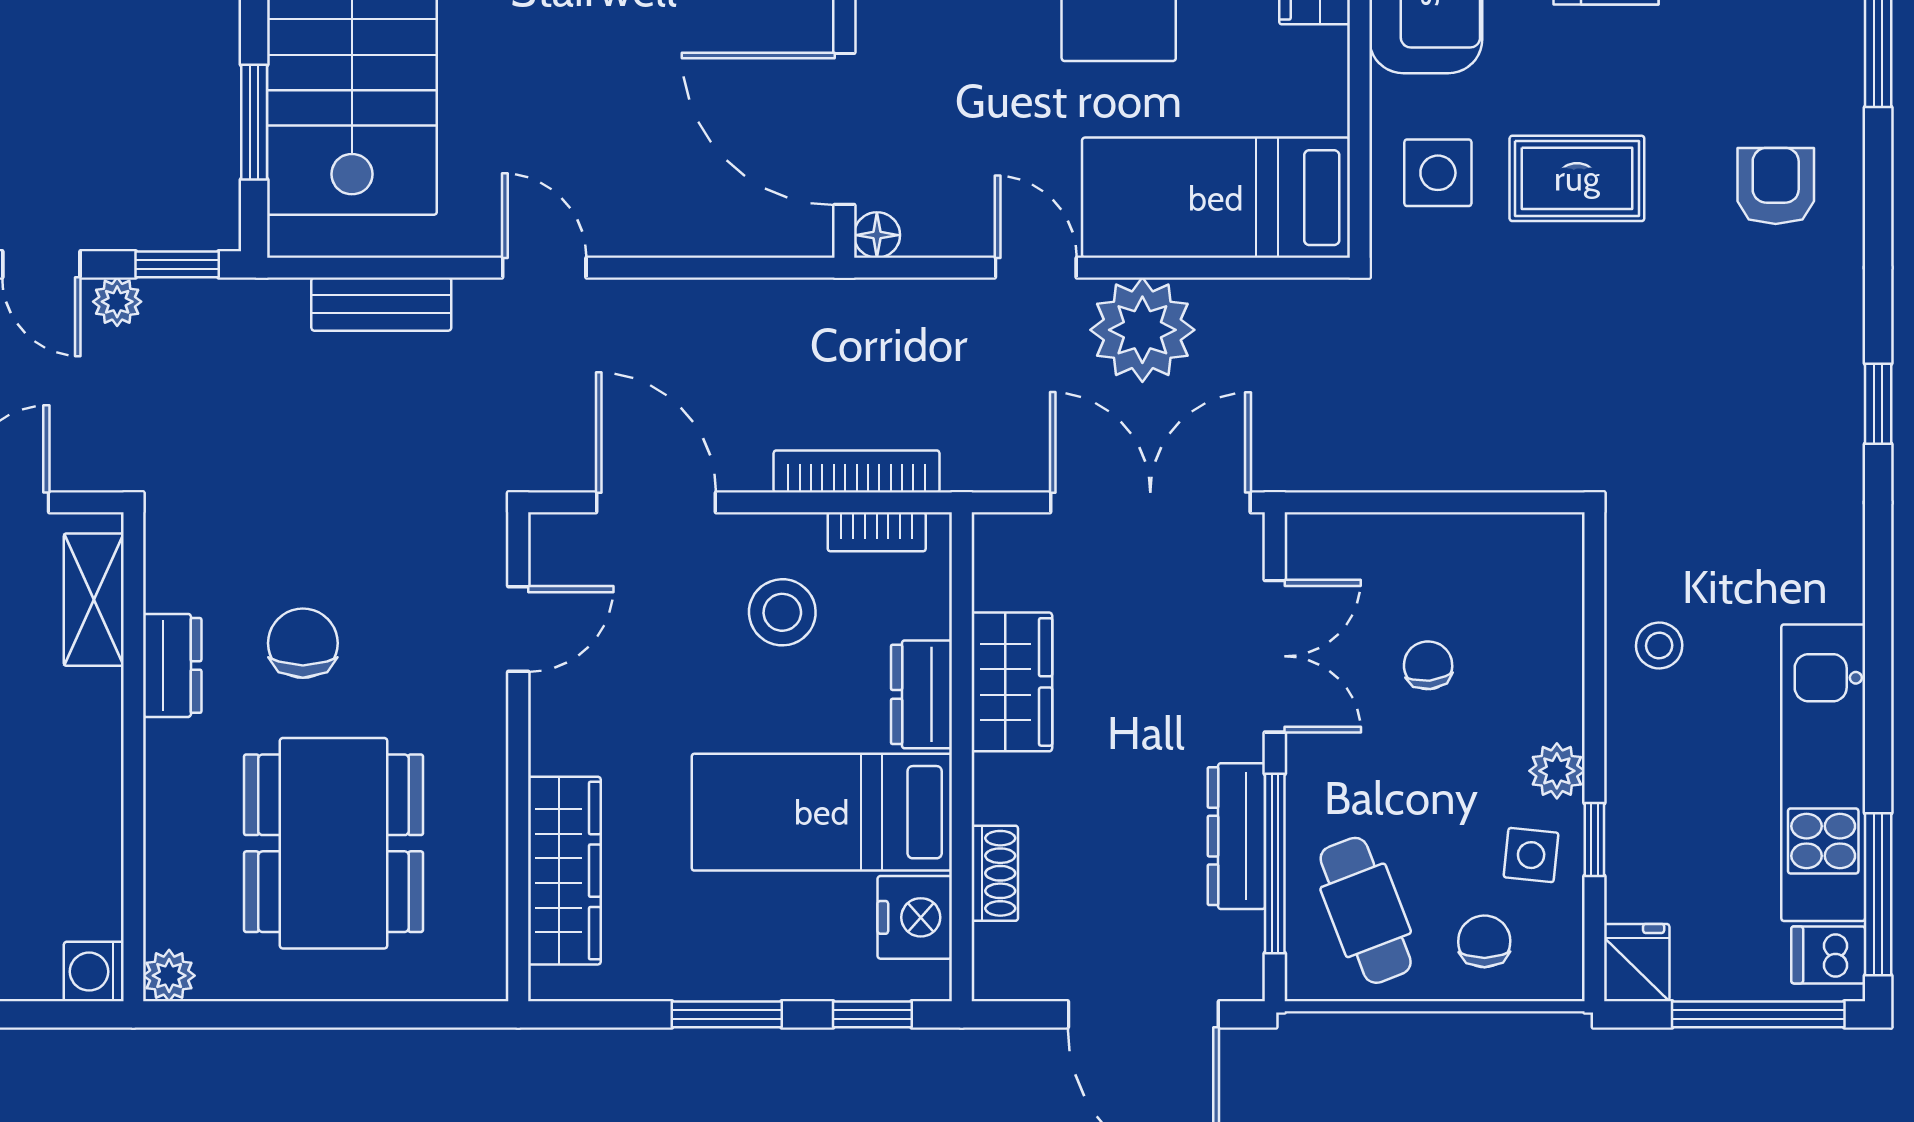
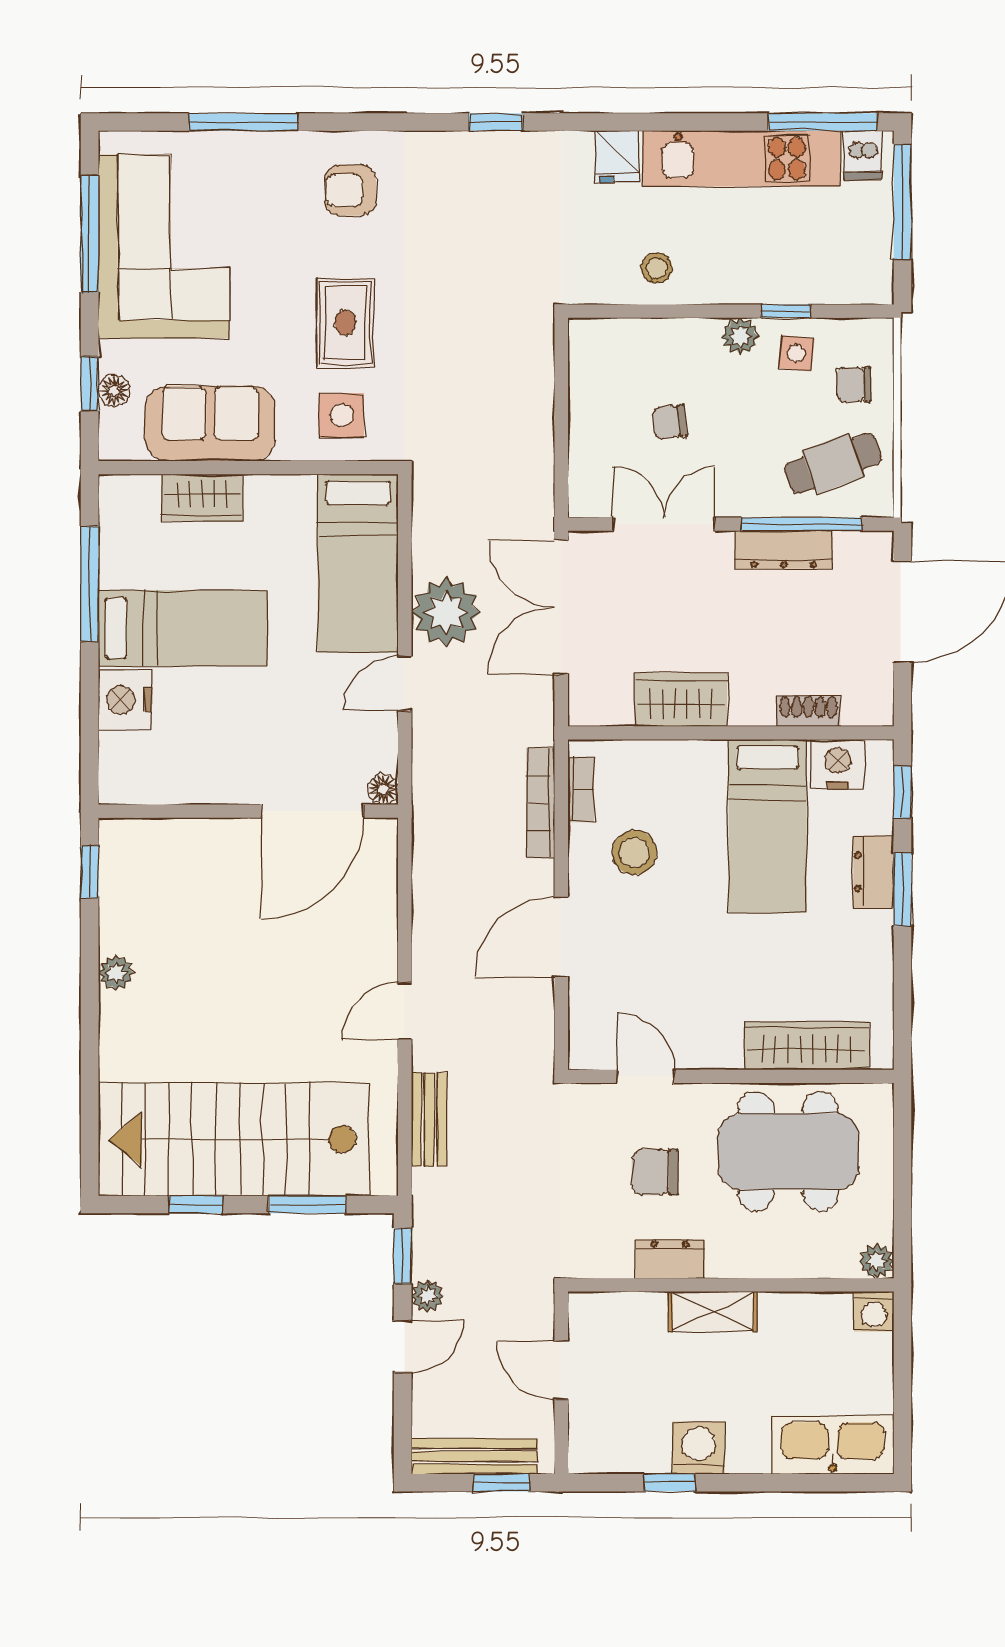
shelving: (94, 600) -> (713, 1311), moved
door: (518, 629) -> (646, 1076), moved
dresser: (922, 694) -> (874, 872), moved, turned 90
wall: (518, 757) -> (731, 1076), moved
wardrobe: (564, 871) -> (807, 1046), moved
fridge: (1637, 963) -> (617, 157), moved, turned -90

